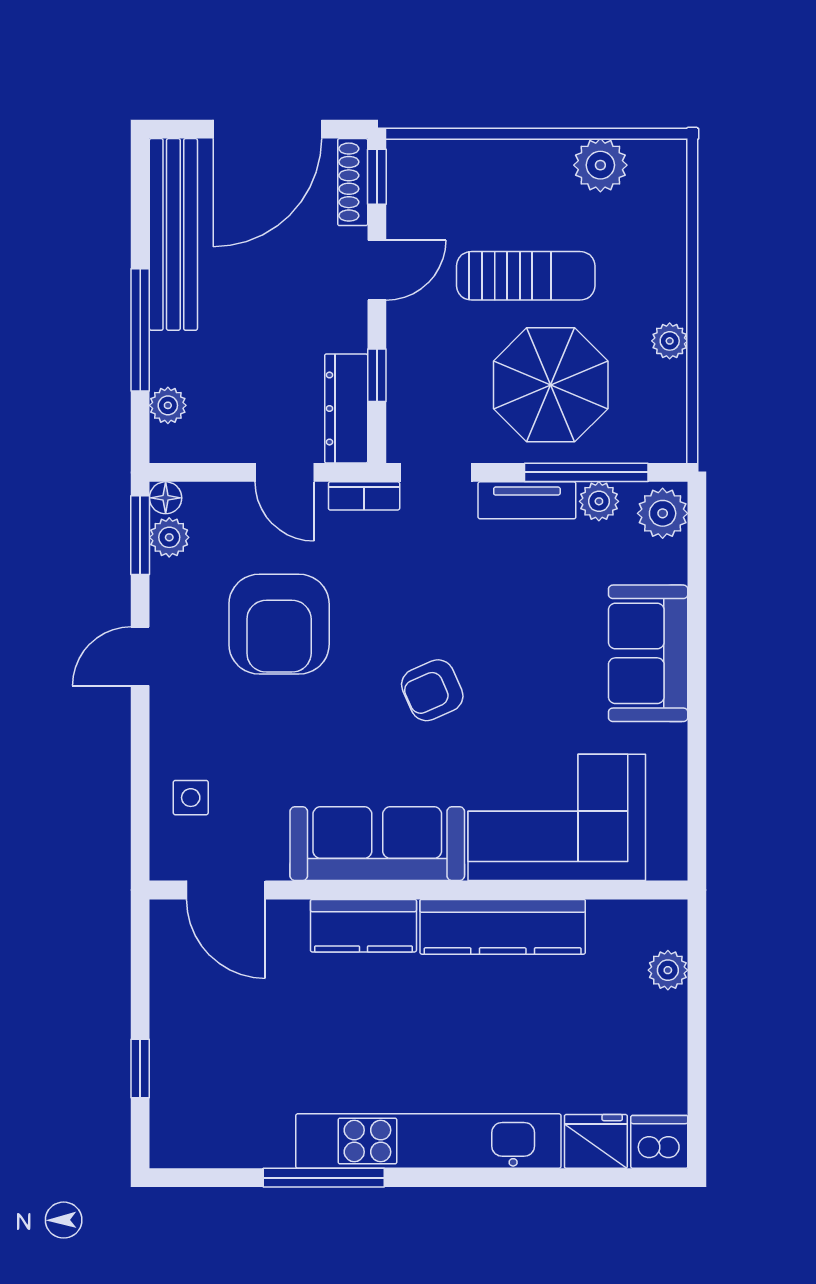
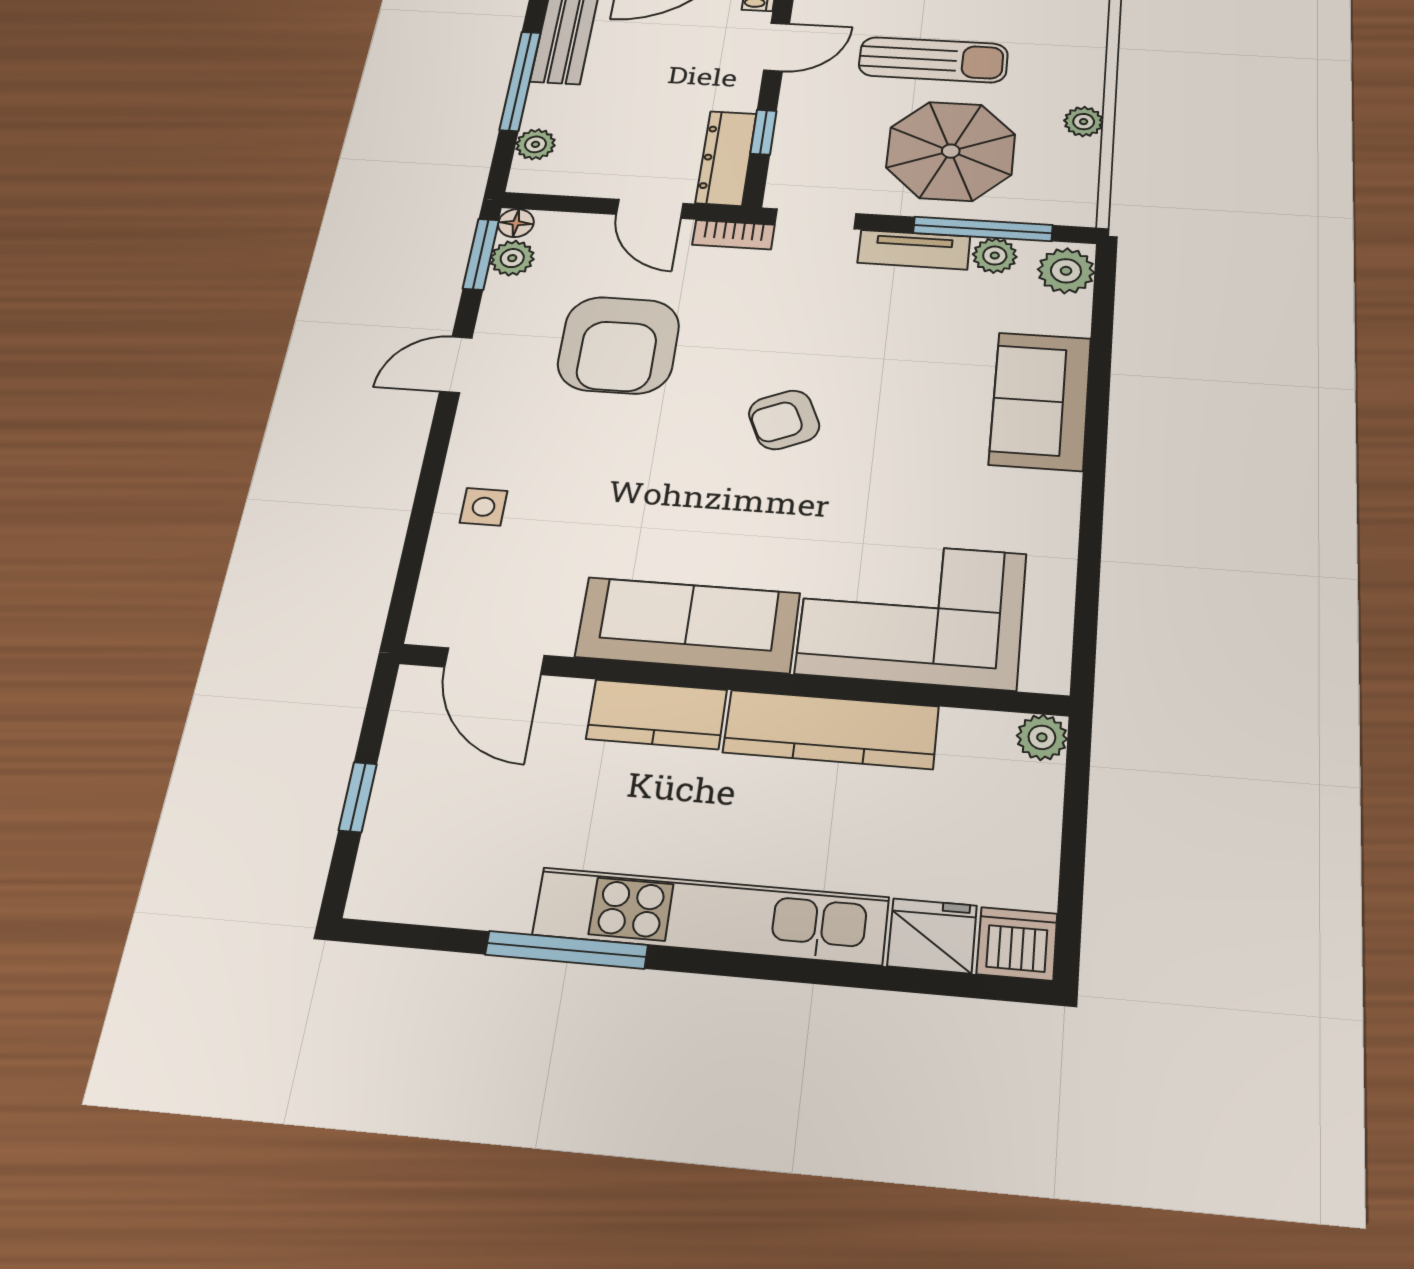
corner sofa: (557, 817) -> (912, 613), moved
sofa: (377, 844) -> (688, 625), moved
door: (226, 890) -> (494, 661), moved
wall: (419, 890) -> (731, 680), moved
kitchen counter: (363, 926) -> (657, 714), moved
kitchen counter: (503, 927) -> (831, 729), moved

